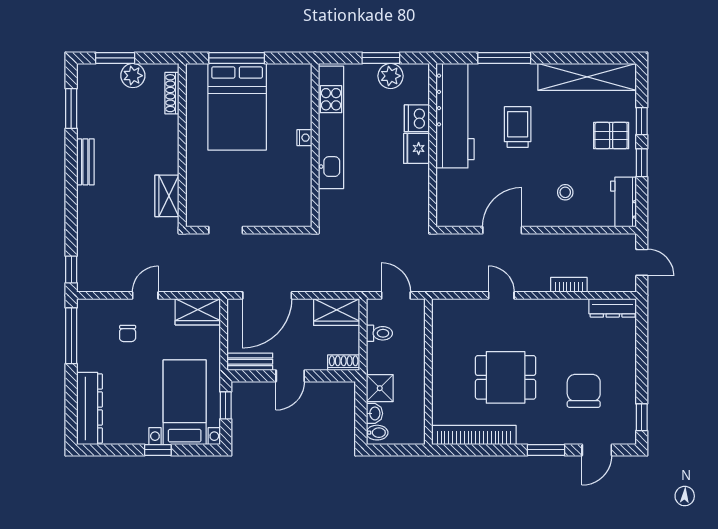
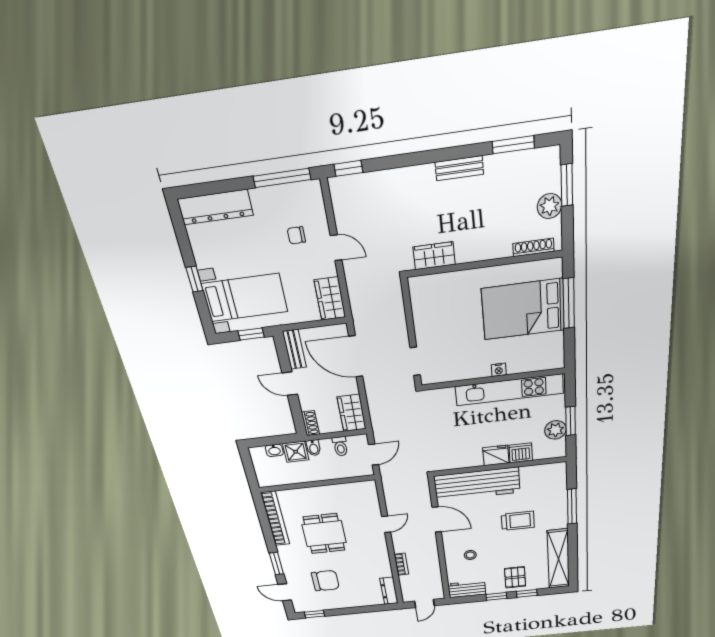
workbench: (455, 116) -> (477, 484), moved
doorway: (226, 230) -> (415, 361), moved
bidet: (377, 433) -> (314, 448), moved

